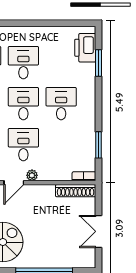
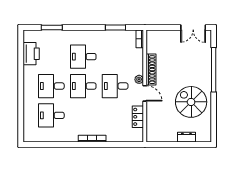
printer: (85, 48) -> (31, 54), moved, turned -90
shoe rack: (76, 191) -> (151, 70), moved
double door: (99, 231) -> (193, 28), moved

